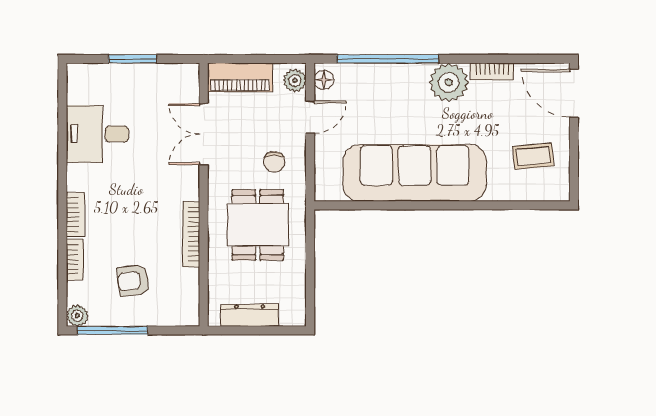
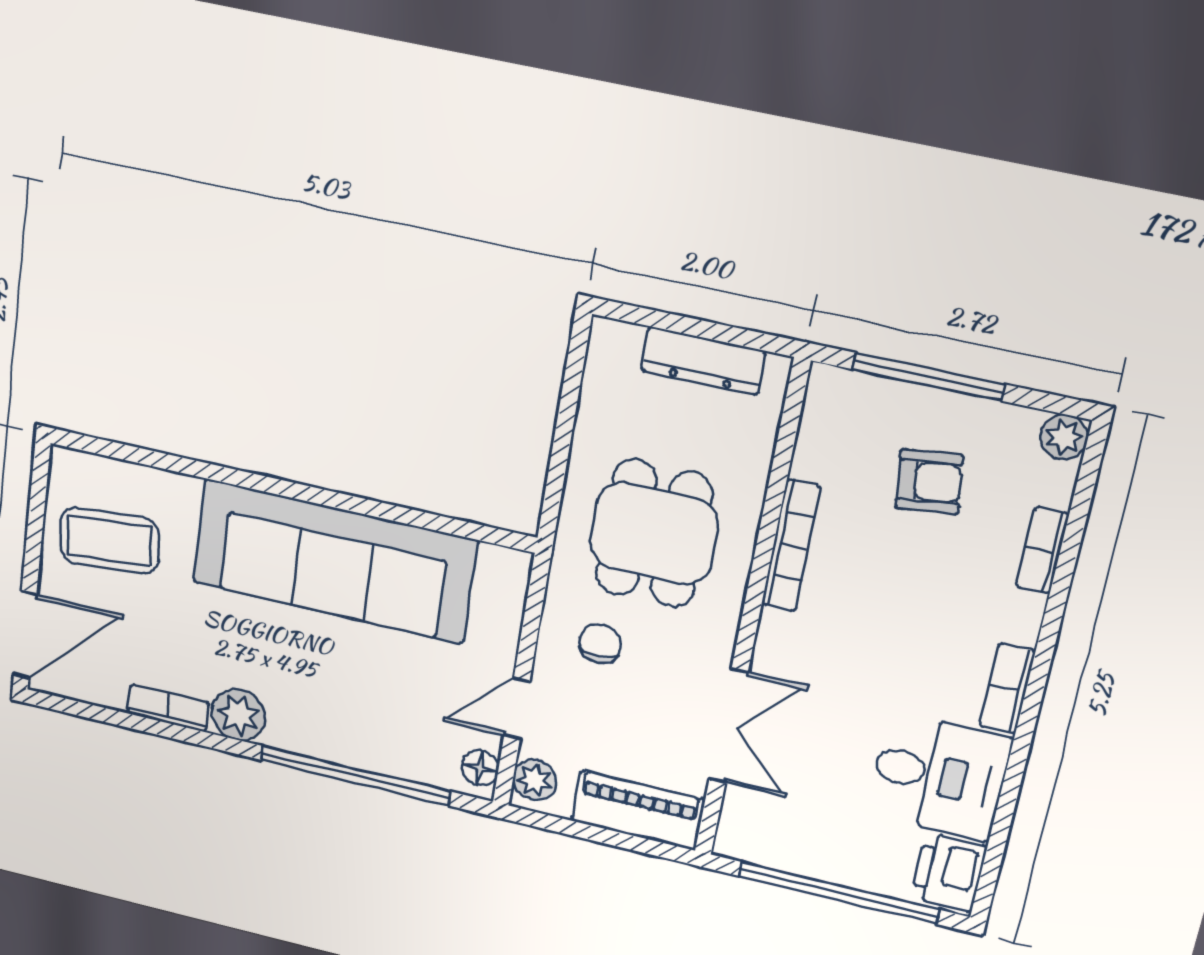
window: (133, 59) -> (839, 893), width x2.11
plant: (449, 82) -> (238, 715), width x0.73, depth x0.73
printer: (82, 84) -> (949, 872), added
door: (574, 93) -> (25, 635), hinge flipped
coffee table: (533, 156) -> (110, 541), width x1.36, depth x1.30
bookcase: (75, 215) -> (1007, 688), moved
window: (112, 330) -> (928, 377), moved

